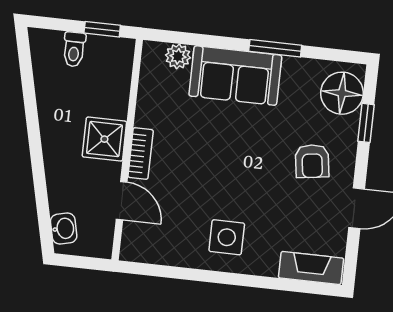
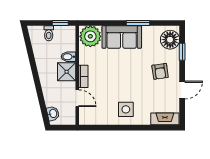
plant: (178, 56) -> (90, 36), width x1.88, depth x1.88
bidet: (112, 106) -> (68, 57), added

